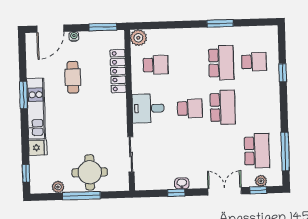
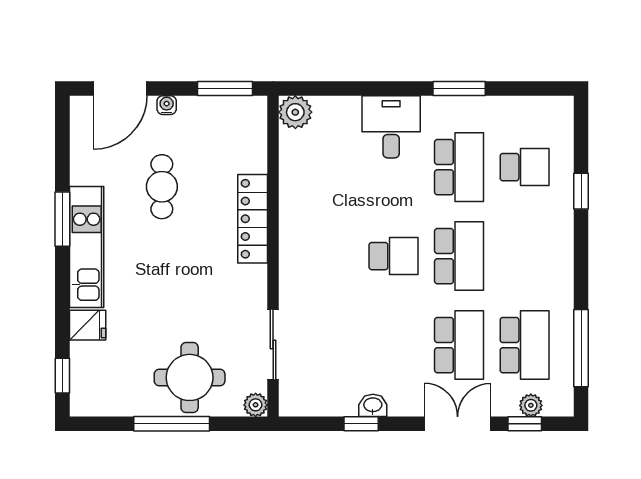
school desk: (156, 65) -> (459, 345), moved, width x1.85
locker: (118, 71) -> (253, 219), moved
desk: (148, 108) -> (391, 127), moved, turned 90
plant: (58, 187) -> (256, 405), moved

